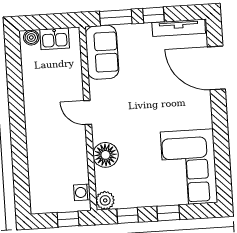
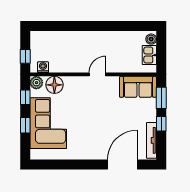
floor lamp: (106, 155) -> (54, 85), moved
corner sofa: (189, 167) -> (48, 123), moved, turned 90

